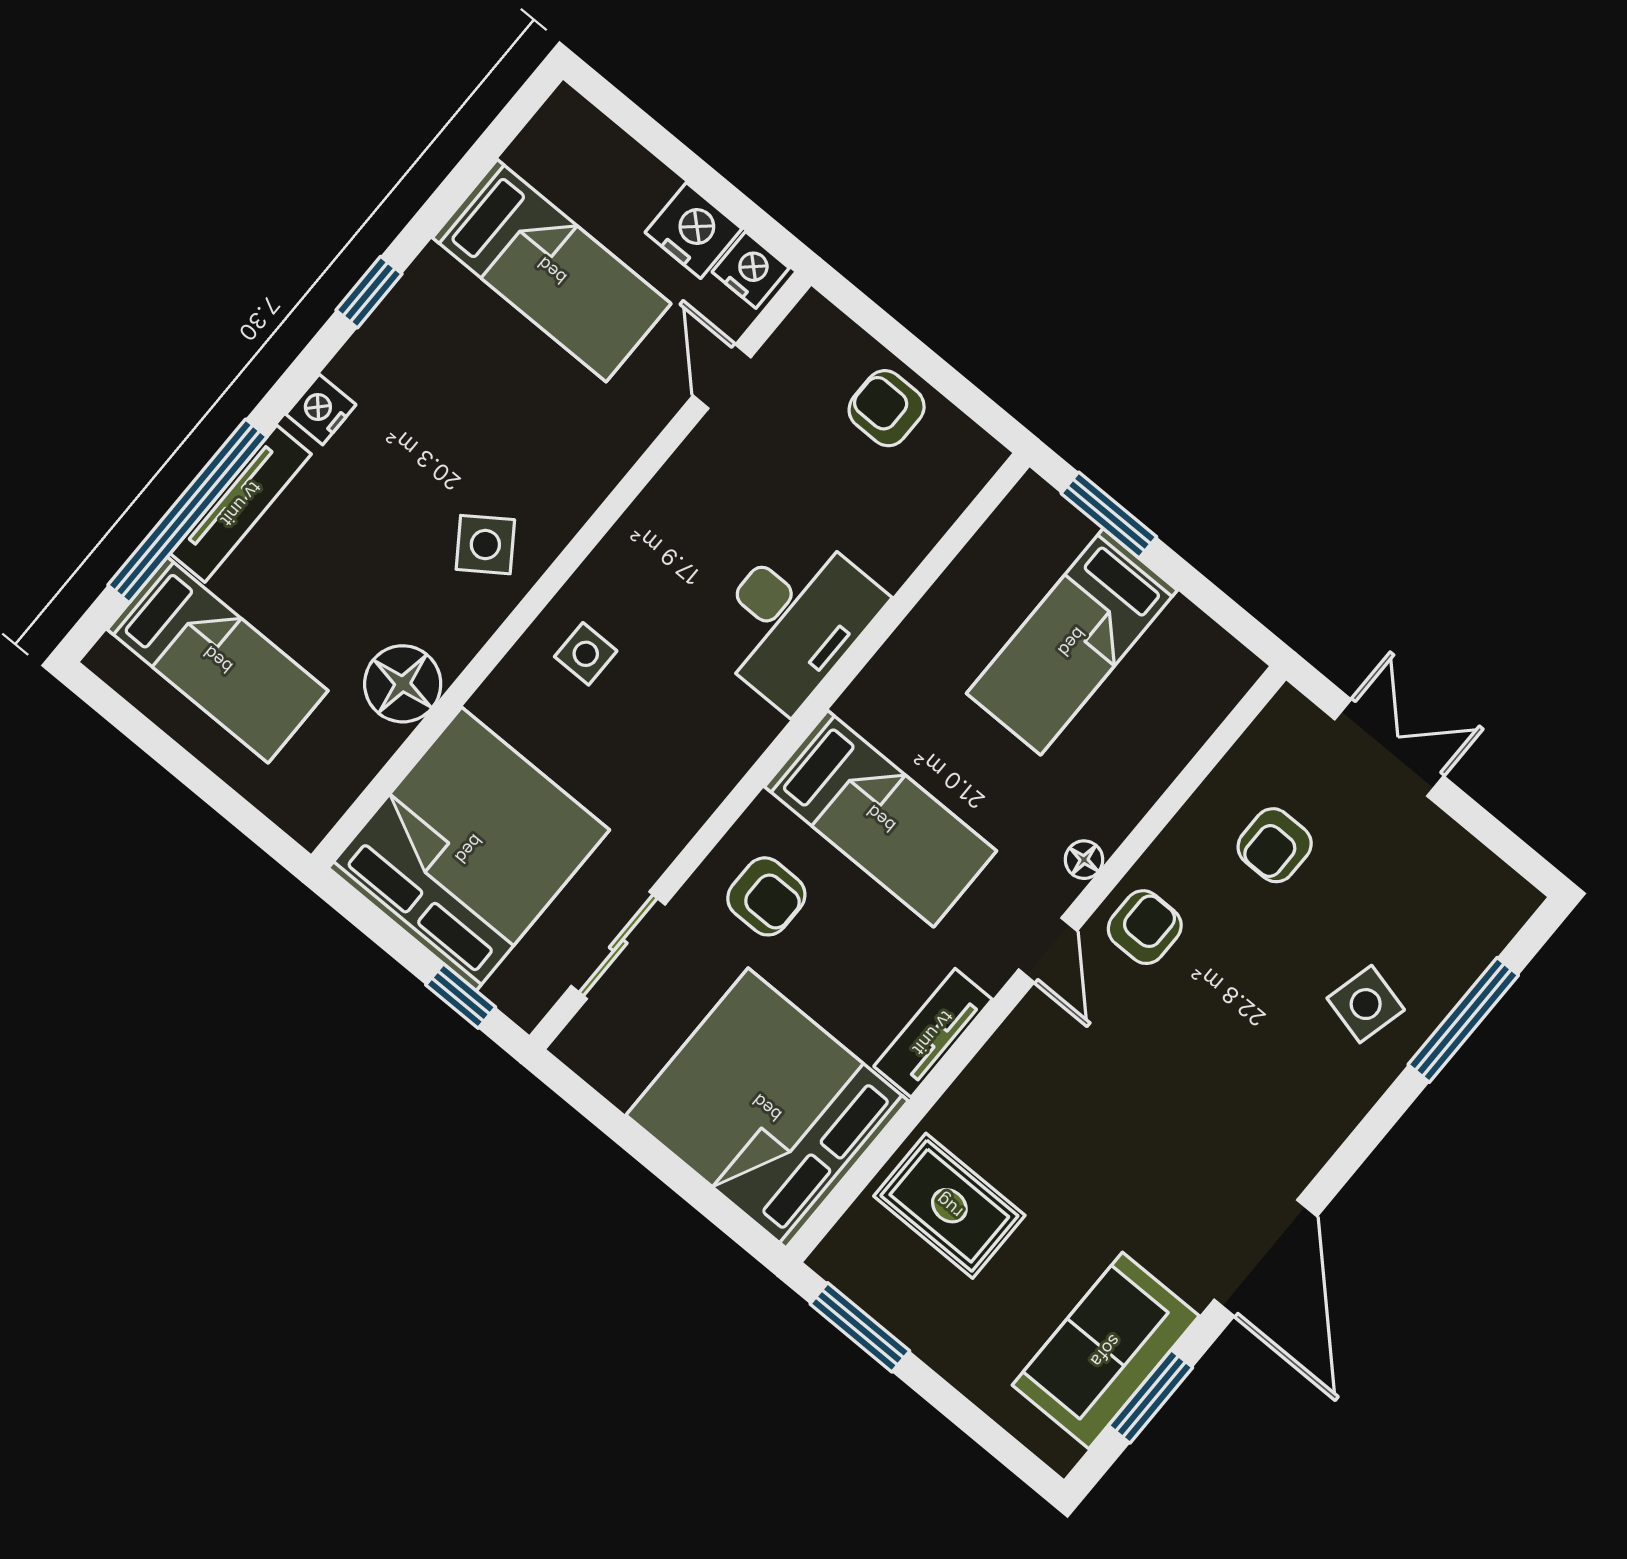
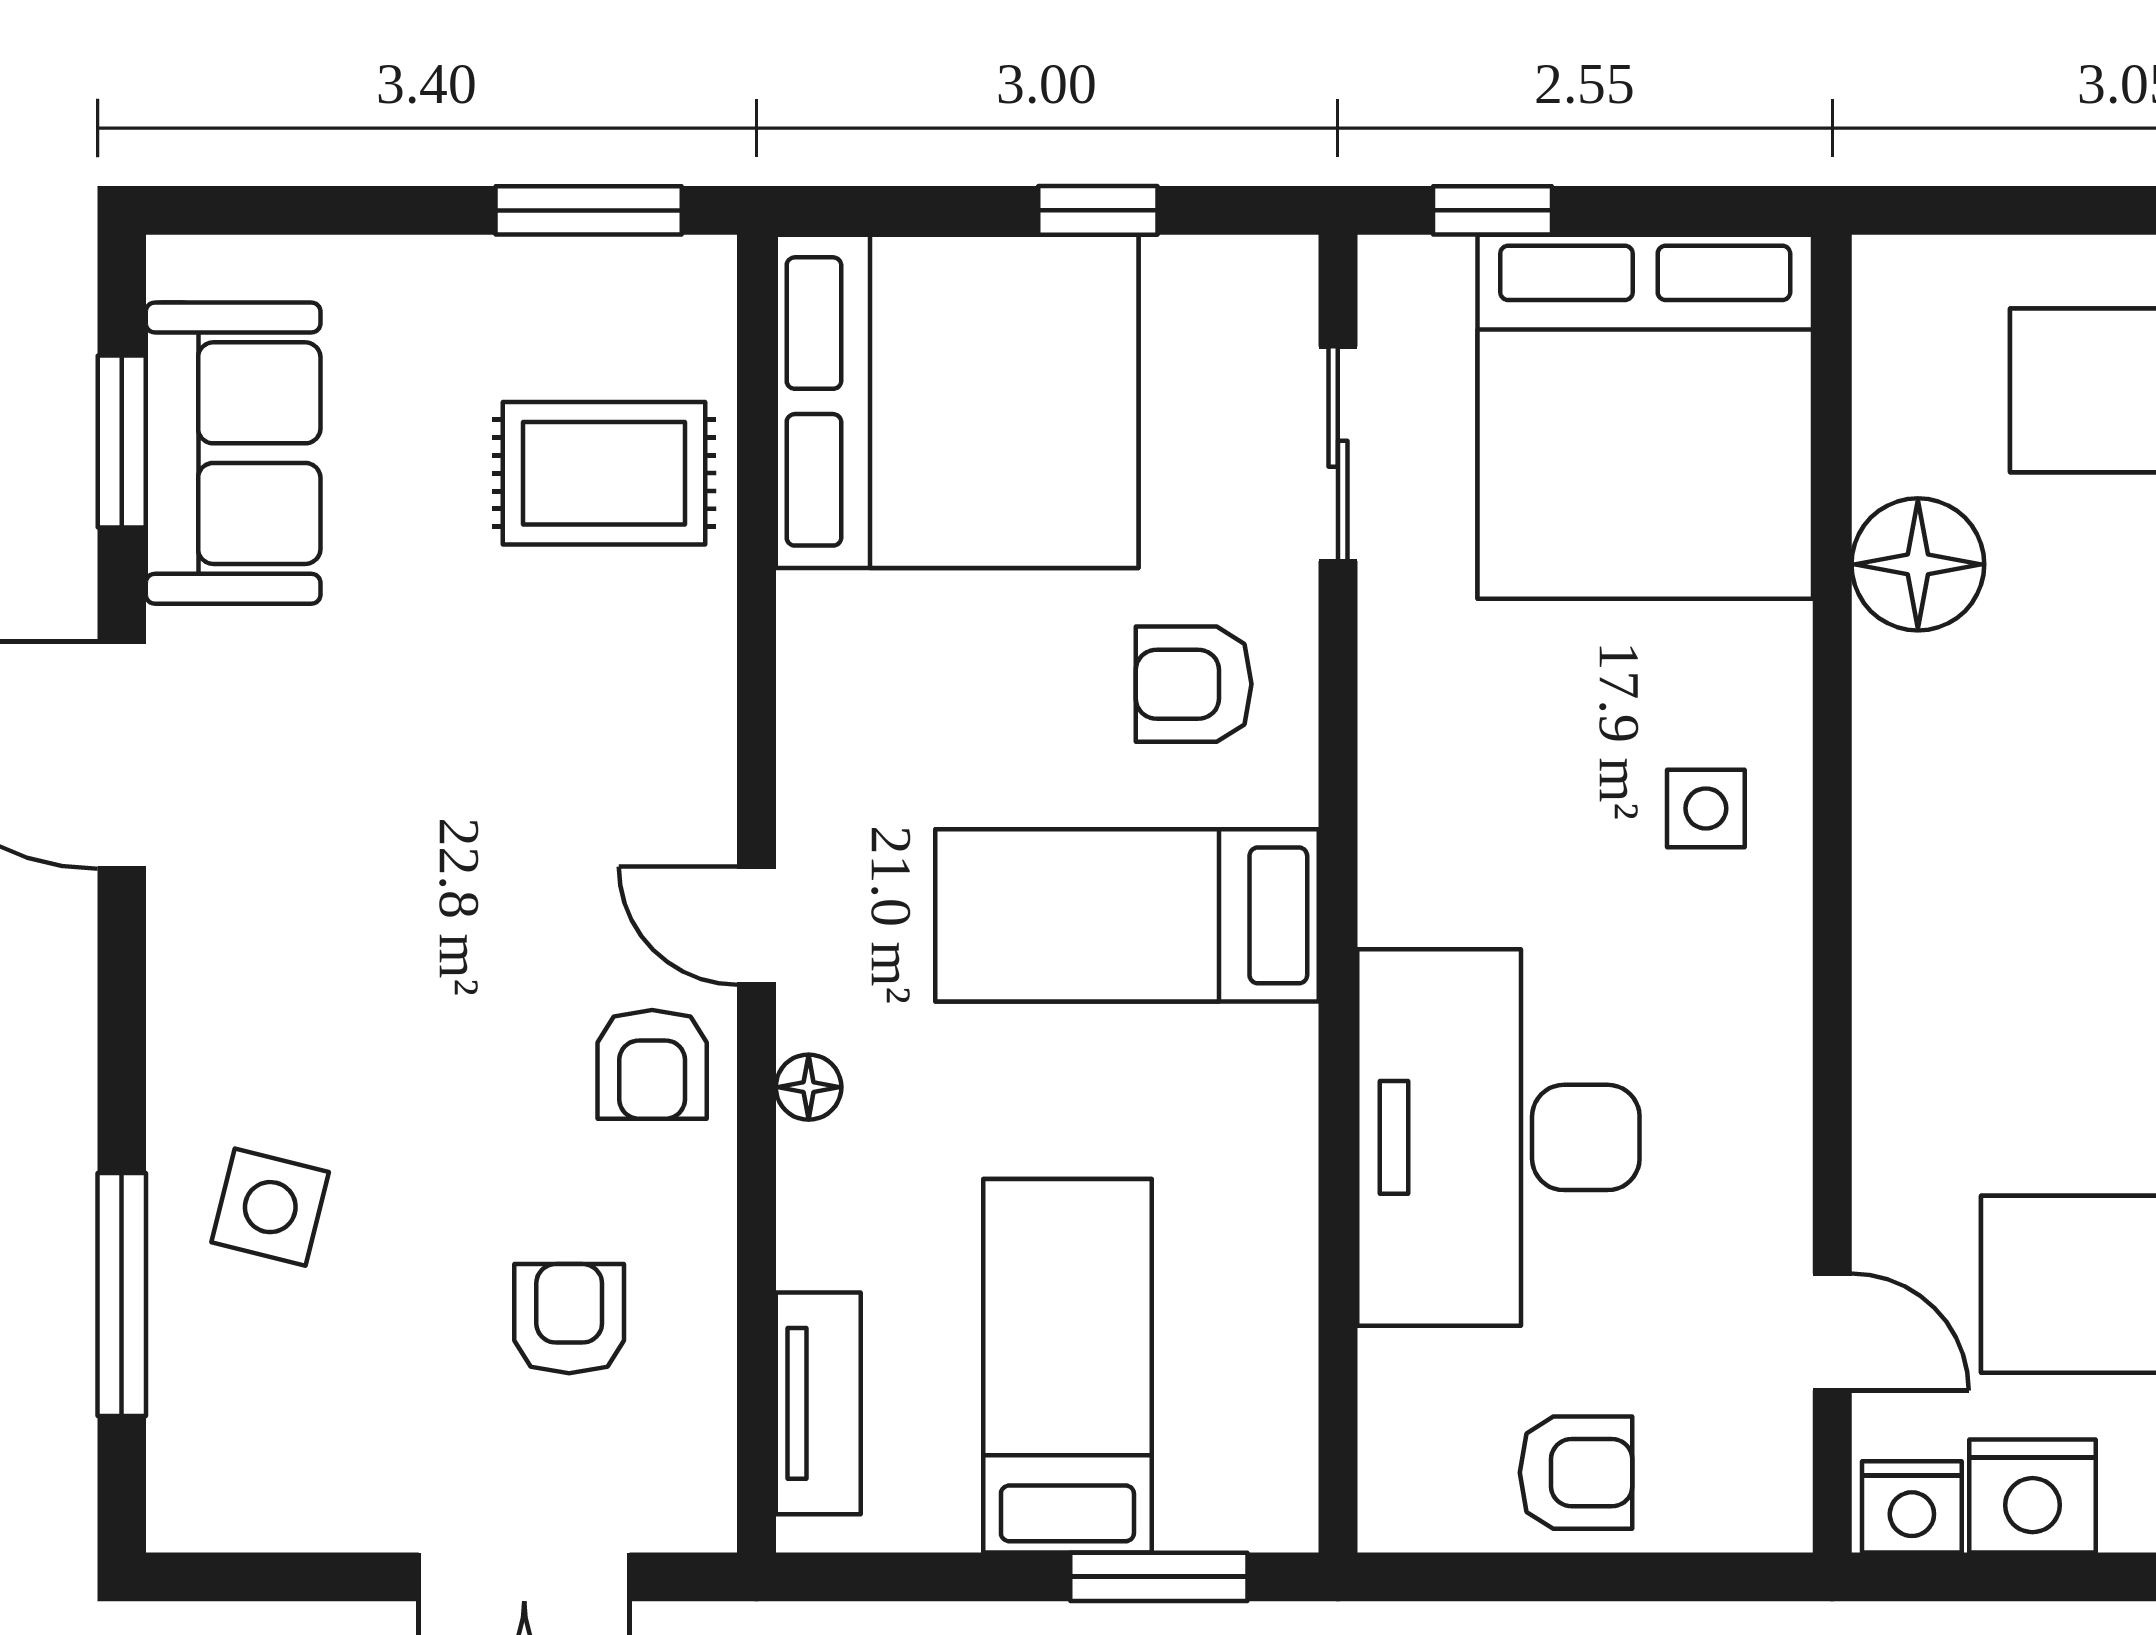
side table: (485, 545) -> (1962, 843), removed
desk: (794, 619) -> (1498, 1137), width x1.36, depth x1.30
tv unit: (933, 1033) -> (818, 1403), moved
window: (635, 1141) -> (1098, 210), added

